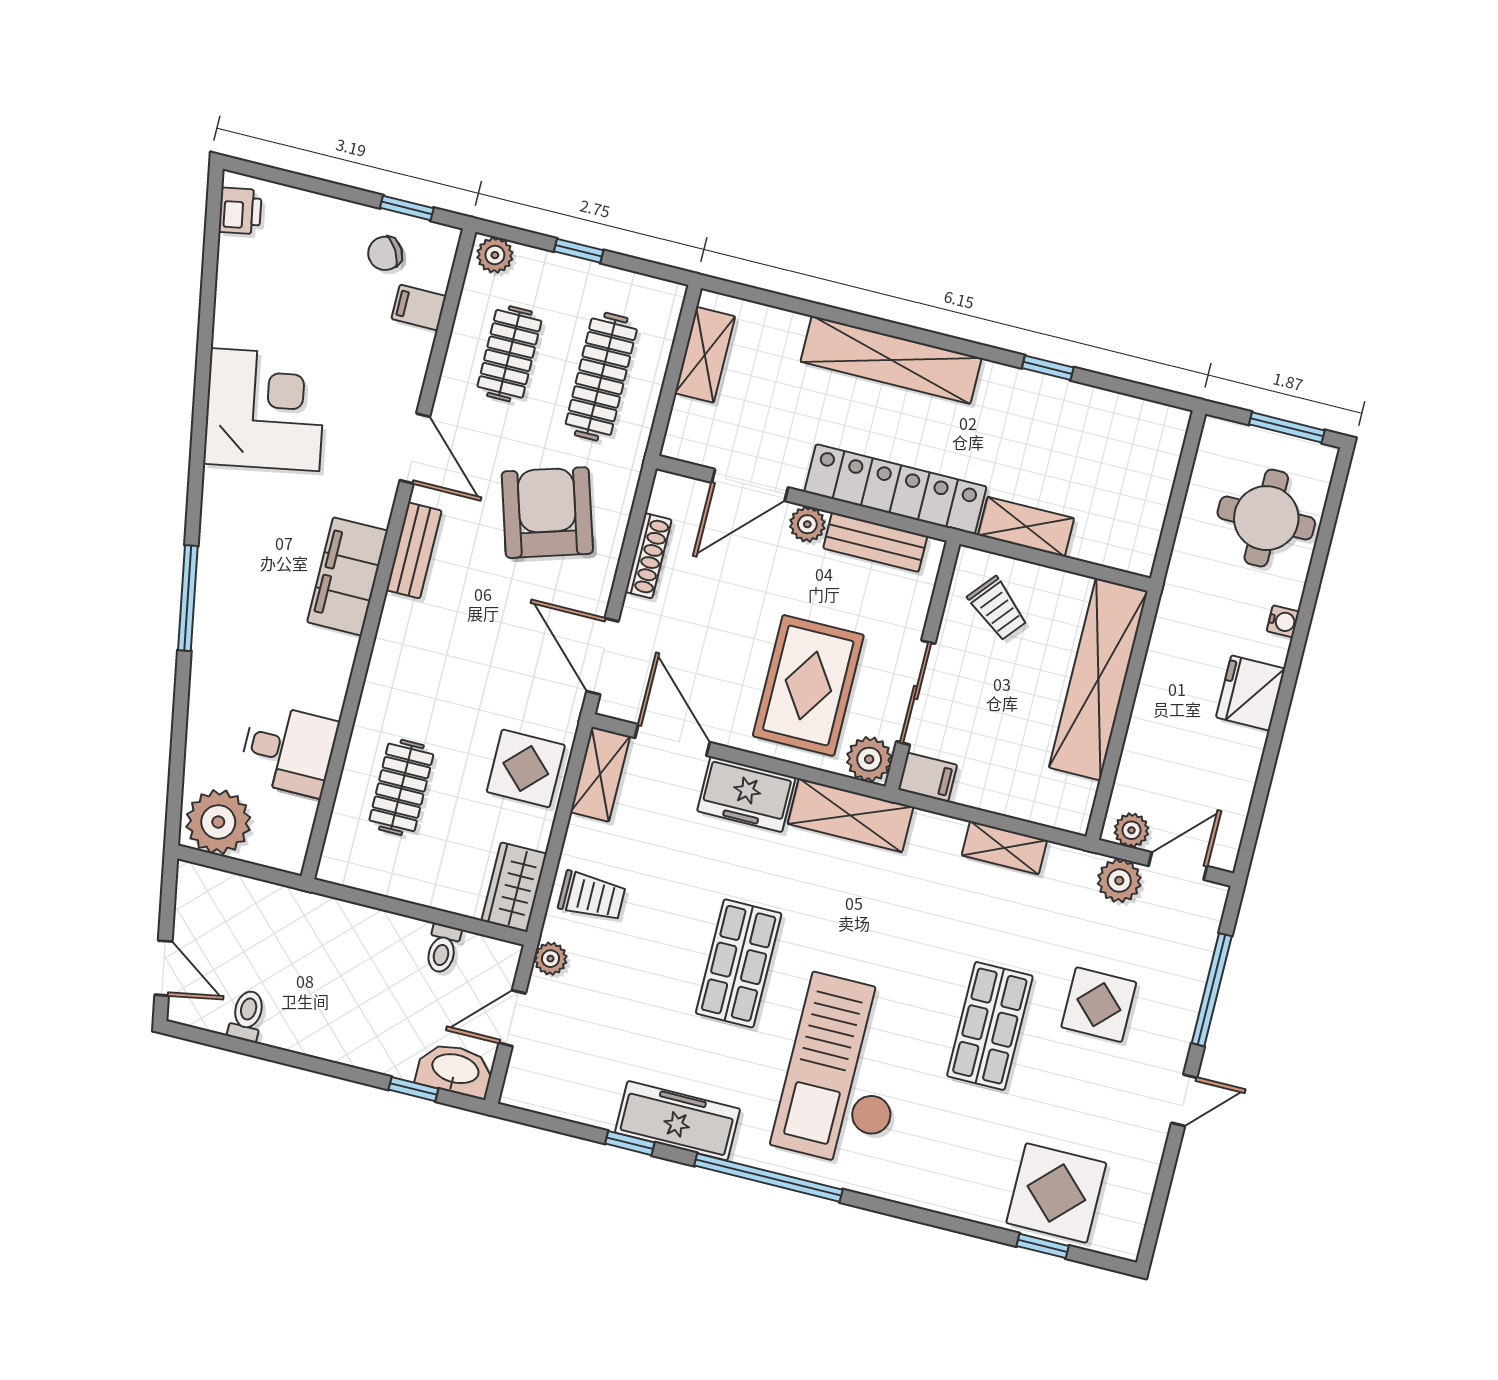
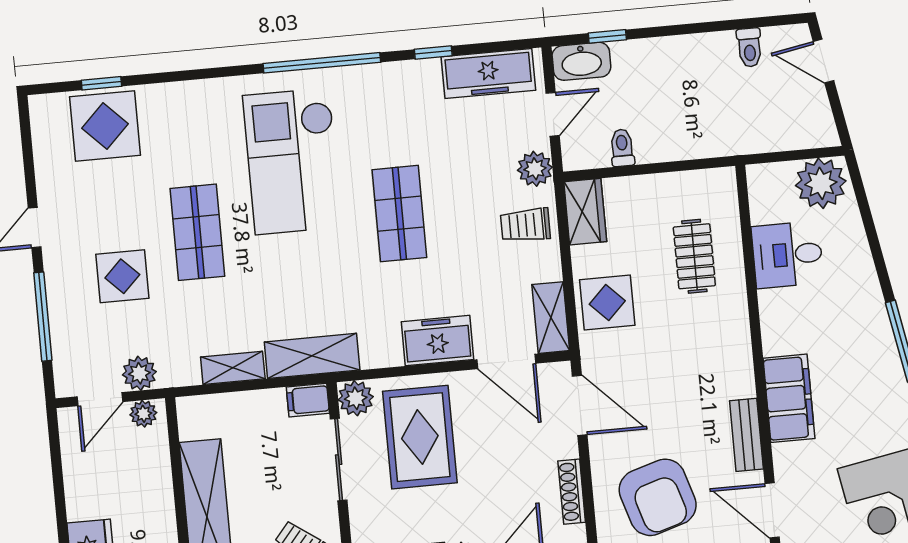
shelving: (850, 815) -> (312, 356), moved
plant: (550, 959) -> (535, 169), width x1.38, depth x1.38
checkout: (845, 1071) -> (293, 161), turned 180
freezer: (678, 1121) -> (488, 74), moved

